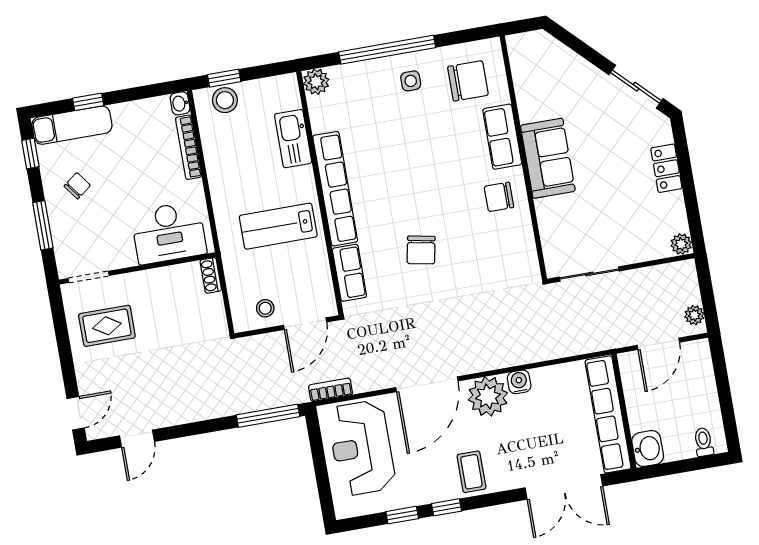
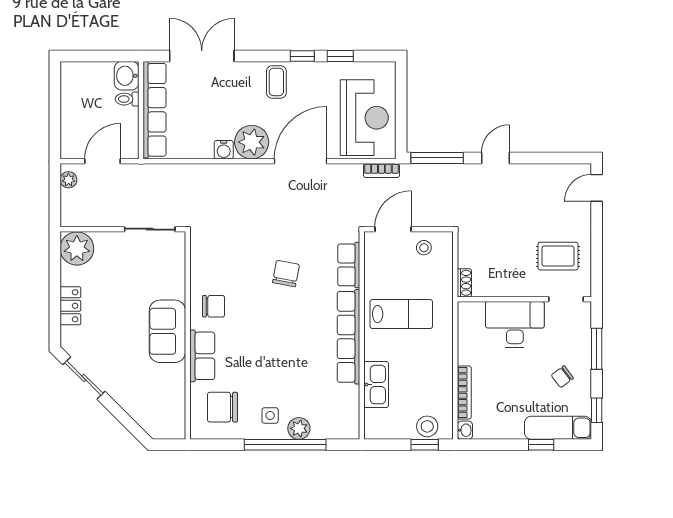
plant: (316, 82) -> (299, 428), moved
desk: (169, 233) -> (515, 324), moved
plant: (681, 244) -> (77, 248), width x1.88, depth x1.88
door: (137, 439) -> (496, 158), moved
toilet: (704, 442) -> (127, 99), moved, turned 90

